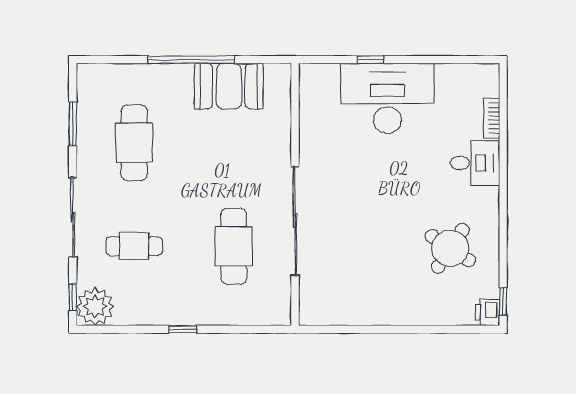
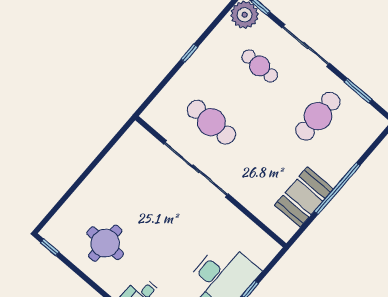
cafe table: (134, 143) -> (318, 116), turned 90
cafe table: (134, 246) -> (260, 66), turned 90
round table: (450, 248) -> (105, 243), turned -33
printer: (487, 312) -> (51, 233), removed

